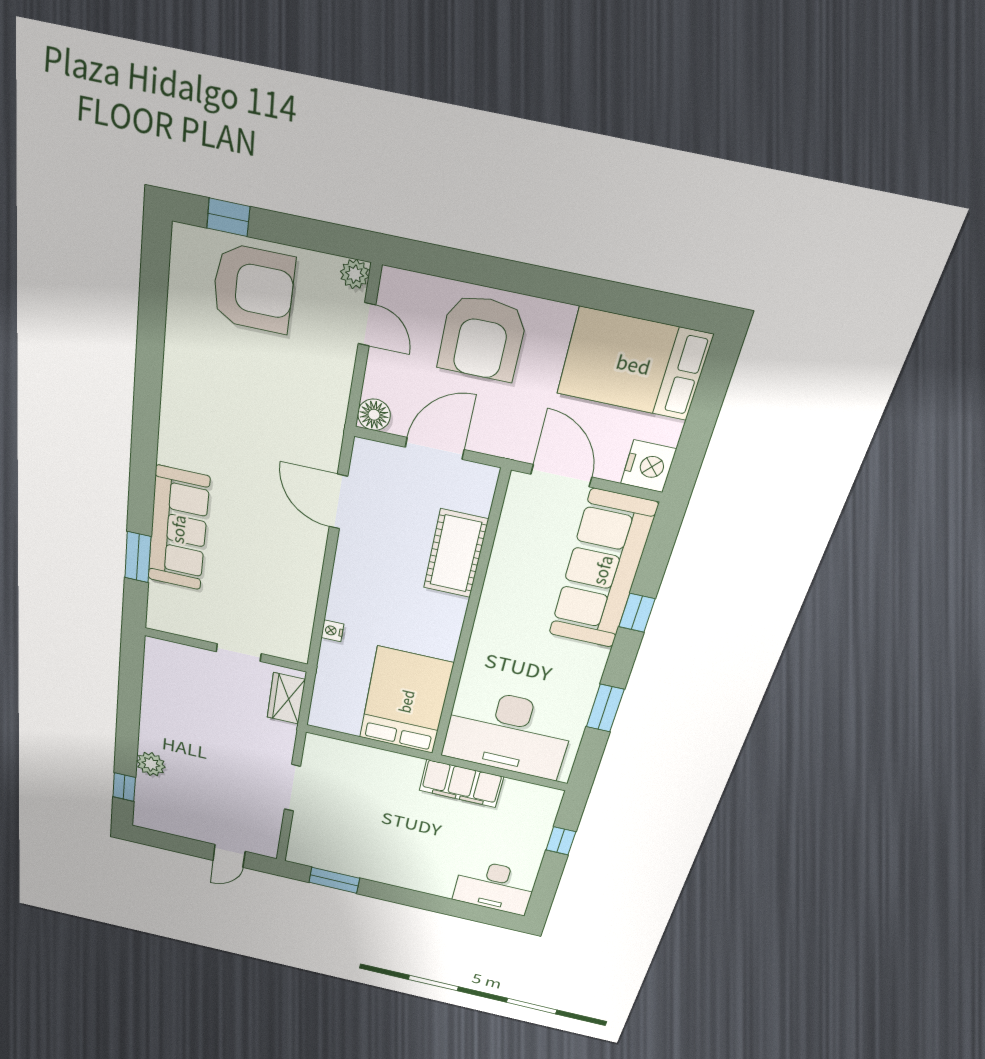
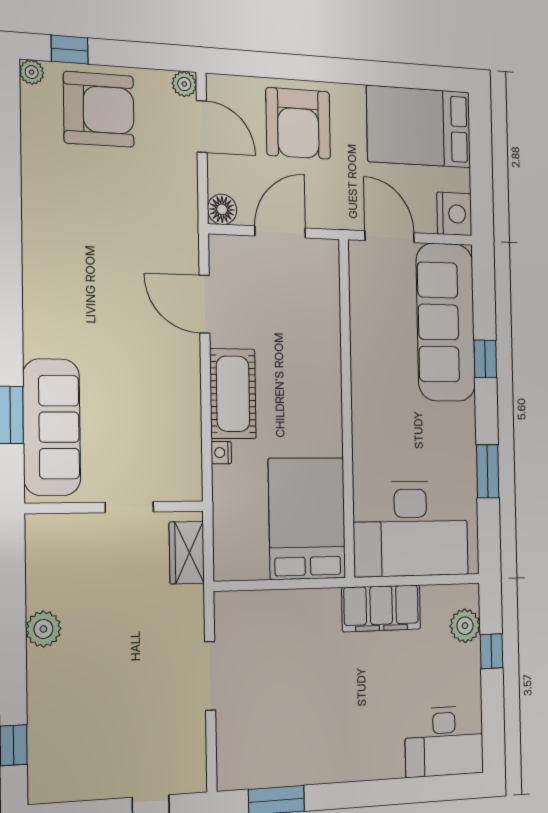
plant: (184, 237) -> (32, 72), added
door: (367, 324) -> (202, 126), width x1.37
sofa: (178, 529) -> (52, 427), moved
cot: (456, 554) -> (233, 394), moved
plant: (151, 764) -> (43, 629), moved
plant: (540, 817) -> (465, 626), added

